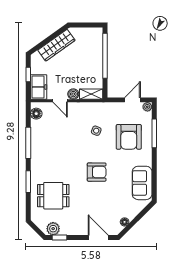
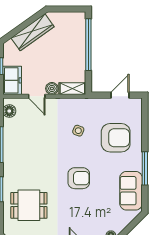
plant: (147, 107) -> (137, 103), removed
window: (154, 133) -> (145, 168), moved
armchair: (129, 137) -> (116, 138), turned -90

